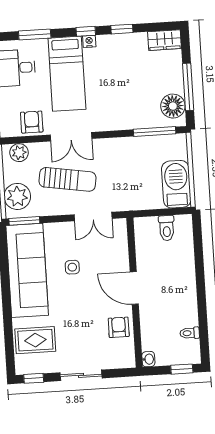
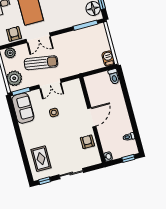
barbecue: (176, 184) -> (108, 59), width x0.53, depth x0.65
double door: (93, 217) -> (50, 84), moved
toilet: (167, 228) -> (114, 77), moved
sofa: (27, 270) -> (23, 108), width x0.54, depth x0.79
door: (134, 288) -> (92, 117), swing flipped
rug: (35, 340) -> (41, 159), turned 90

